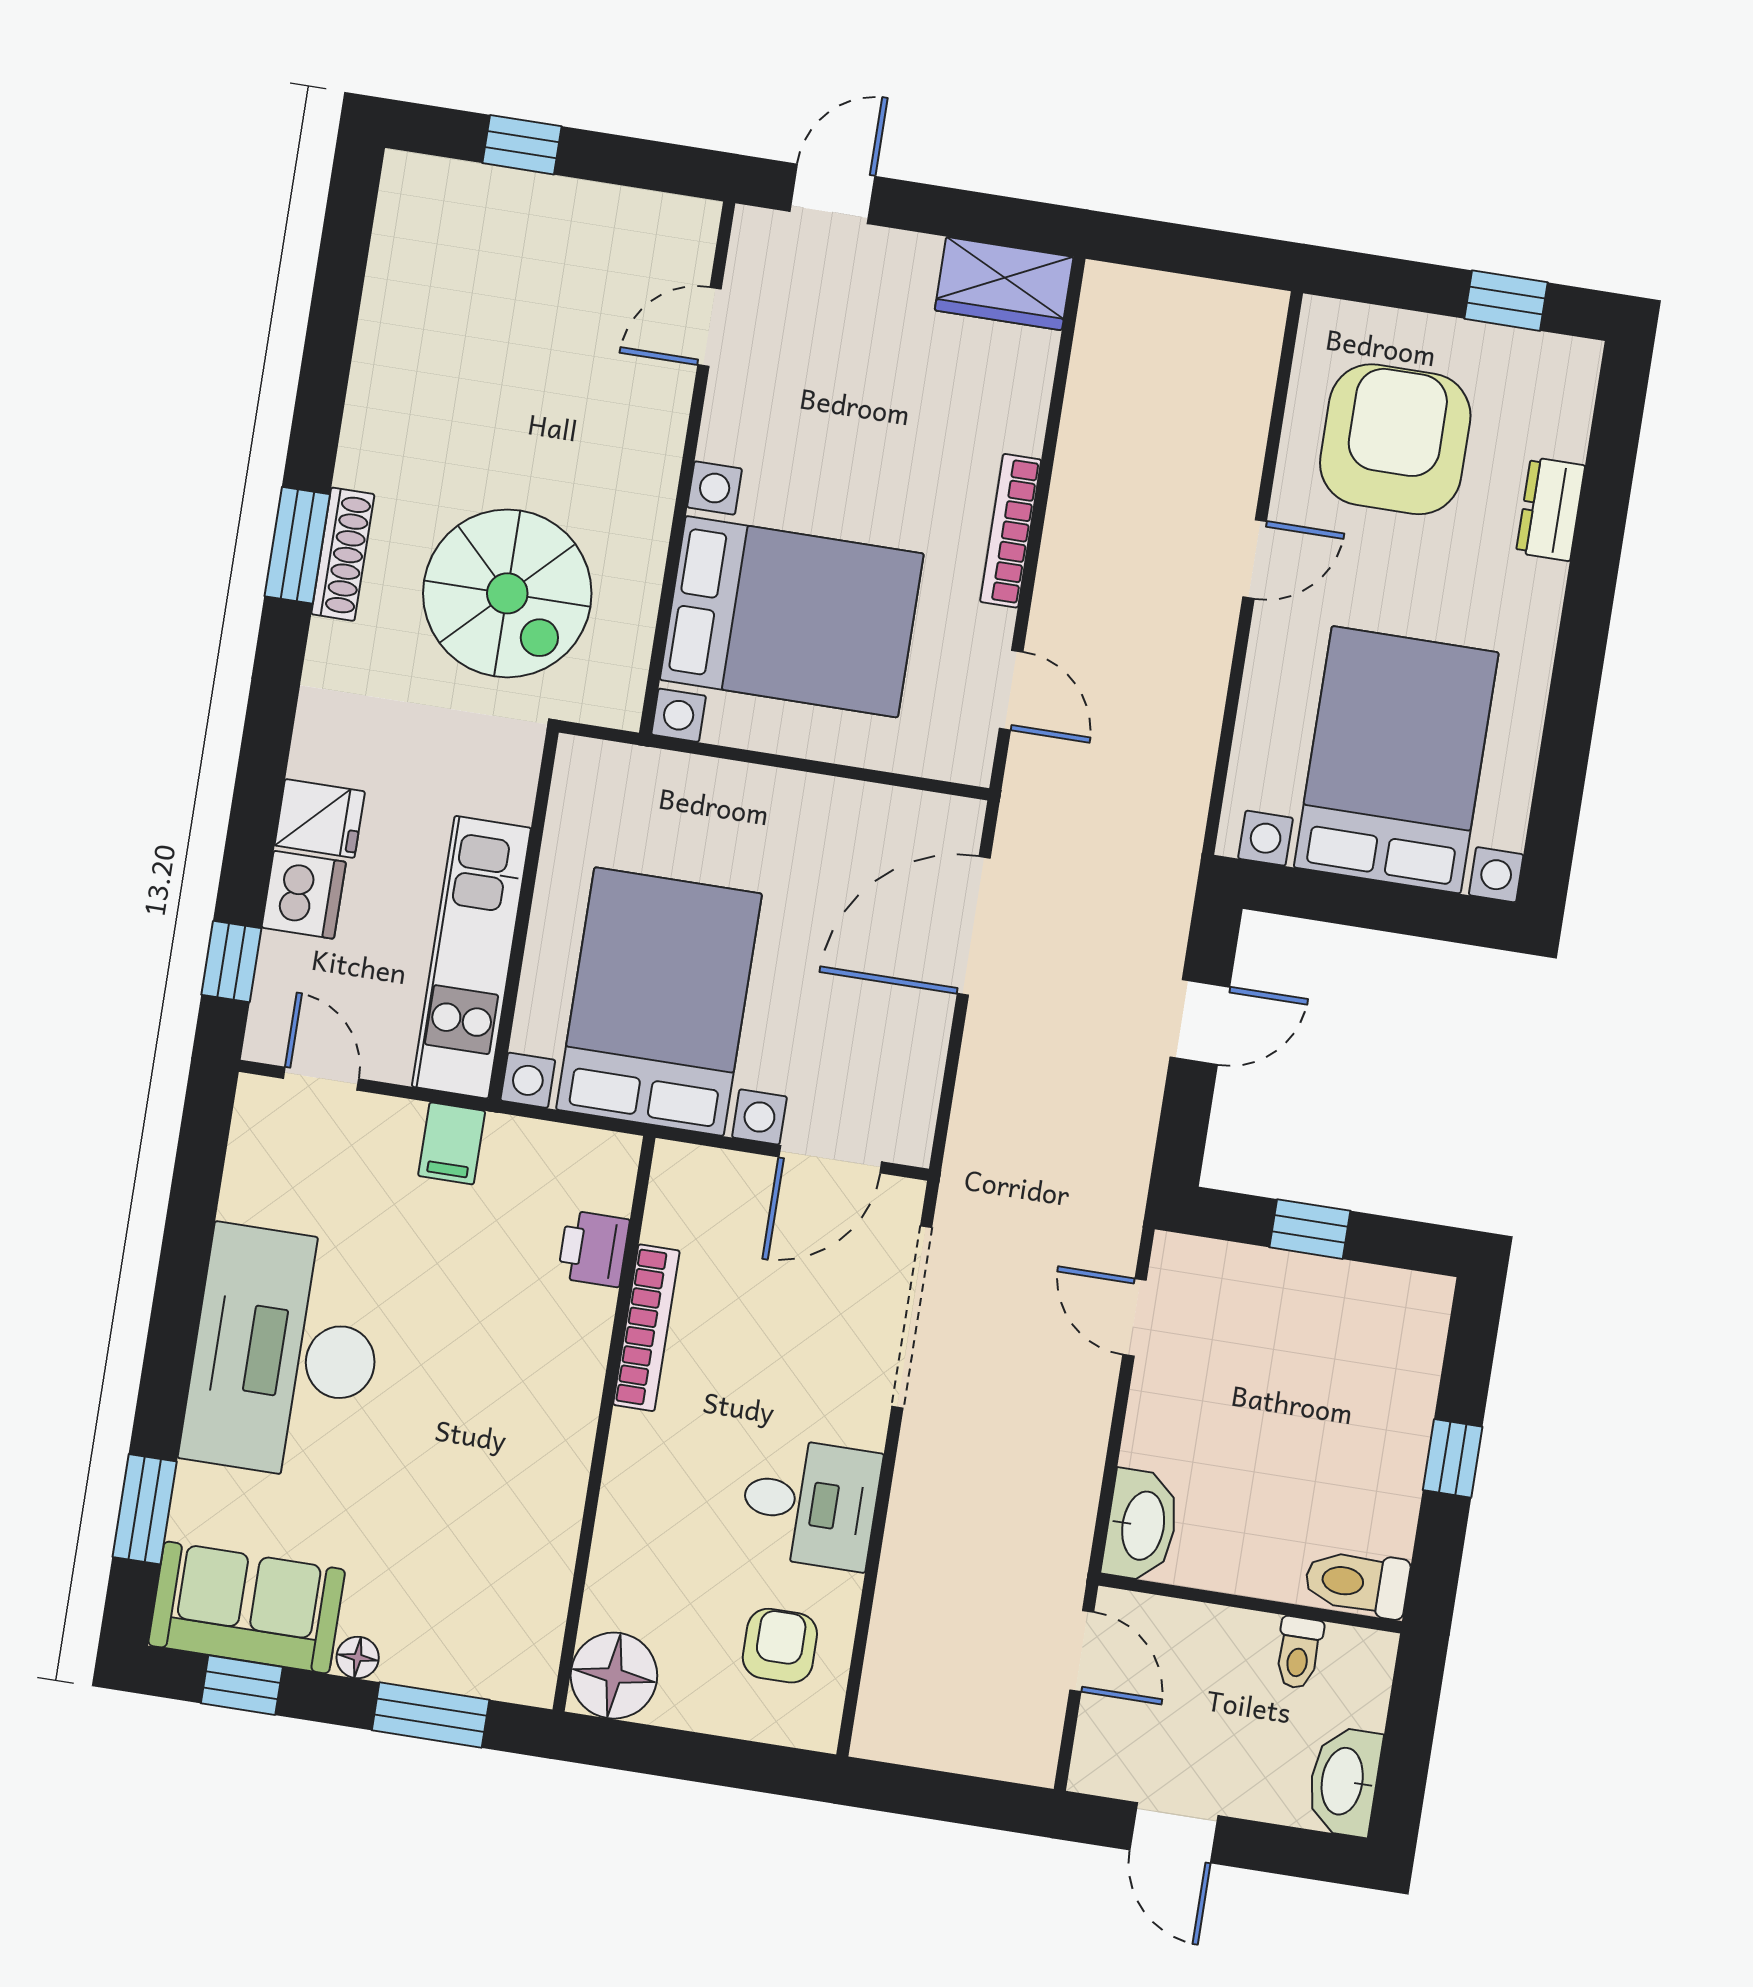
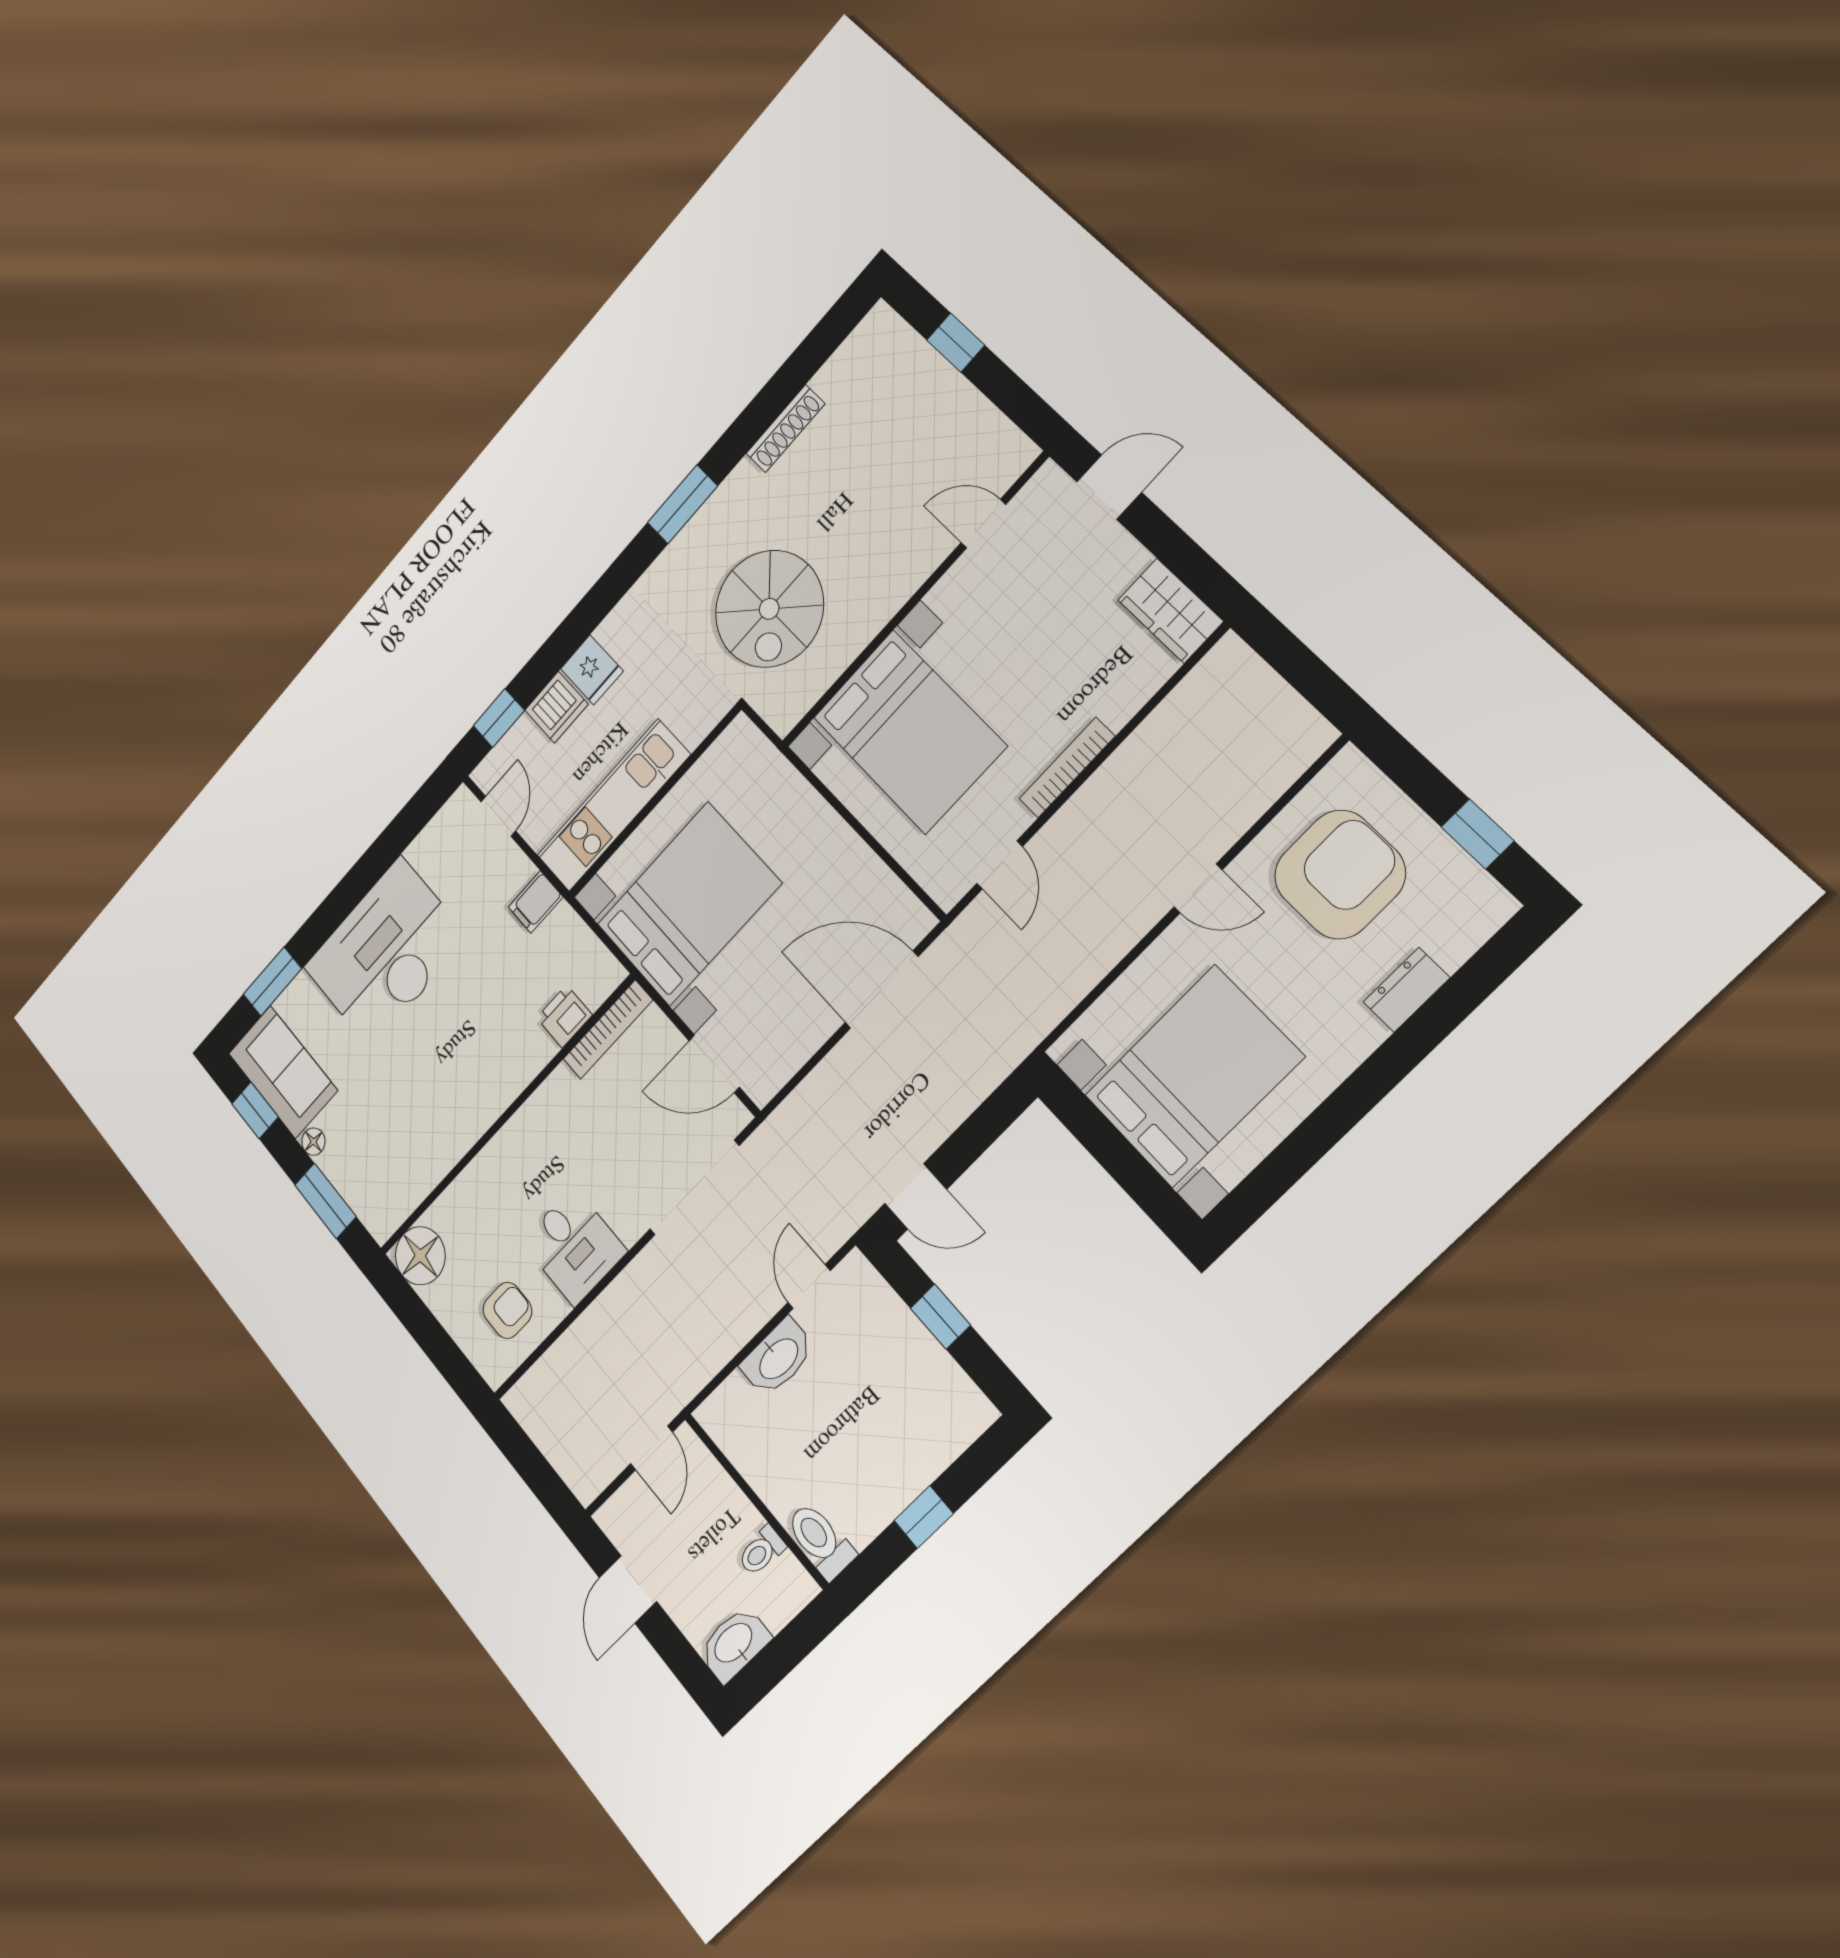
shoe rack: (343, 554) -> (785, 429), moved
door: (1200, 1022) -> (916, 1196), moved
bookcase: (646, 1328) -> (608, 1030), moved
washbasin: (1141, 1525) -> (778, 1358), moved

